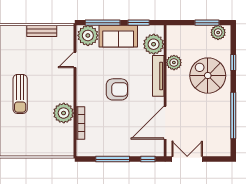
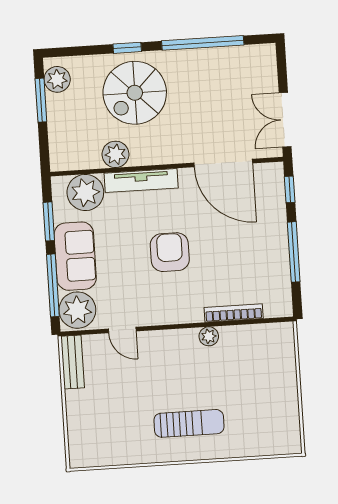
bench: (42, 31) -> (73, 362), moved
window: (233, 63) -> (127, 48), moved
plant: (64, 113) -> (209, 336), width x0.53, depth x0.53

